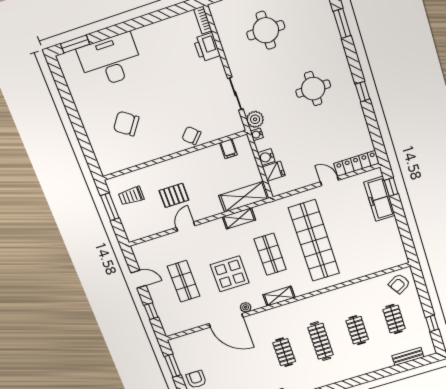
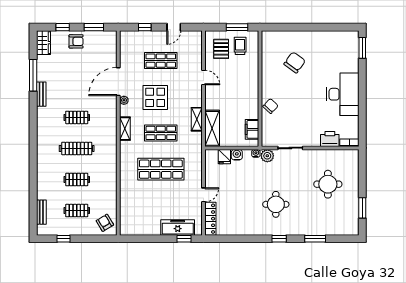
desk: (110, 61) -> (343, 94), moved
window: (363, 92) -> (279, 239), moved
filing cabinet: (229, 149) -> (252, 129), width x2.00
pallet: (174, 195) -> (221, 49), moved
shop shelf: (314, 241) -> (161, 169), width x0.71

